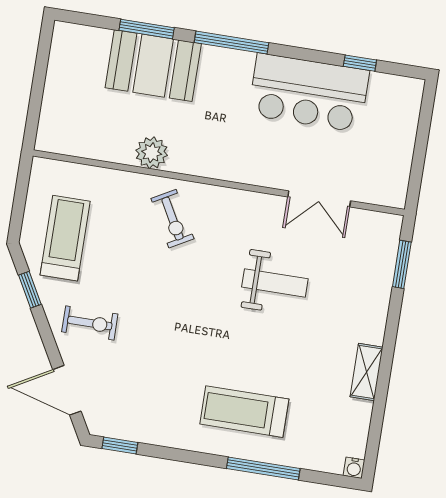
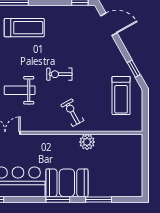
window: (232, 43) -> (58, 199), width x0.69
booth: (153, 66) -> (67, 183), moved
exercise bike: (90, 323) -> (59, 74), moved

